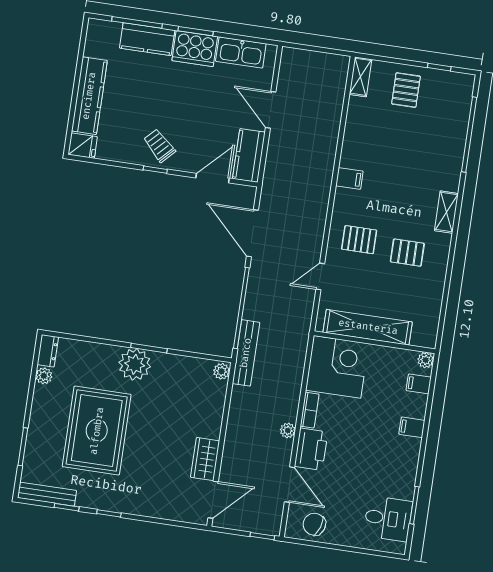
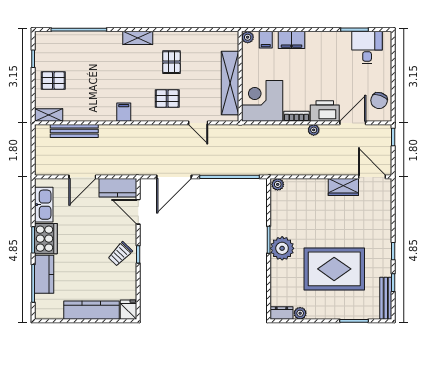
pallet: (359, 240) -> (167, 98), turned 90
bench: (246, 353) -> (74, 131), moved
filing cabinet: (412, 427) -> (292, 40), width x2.00

